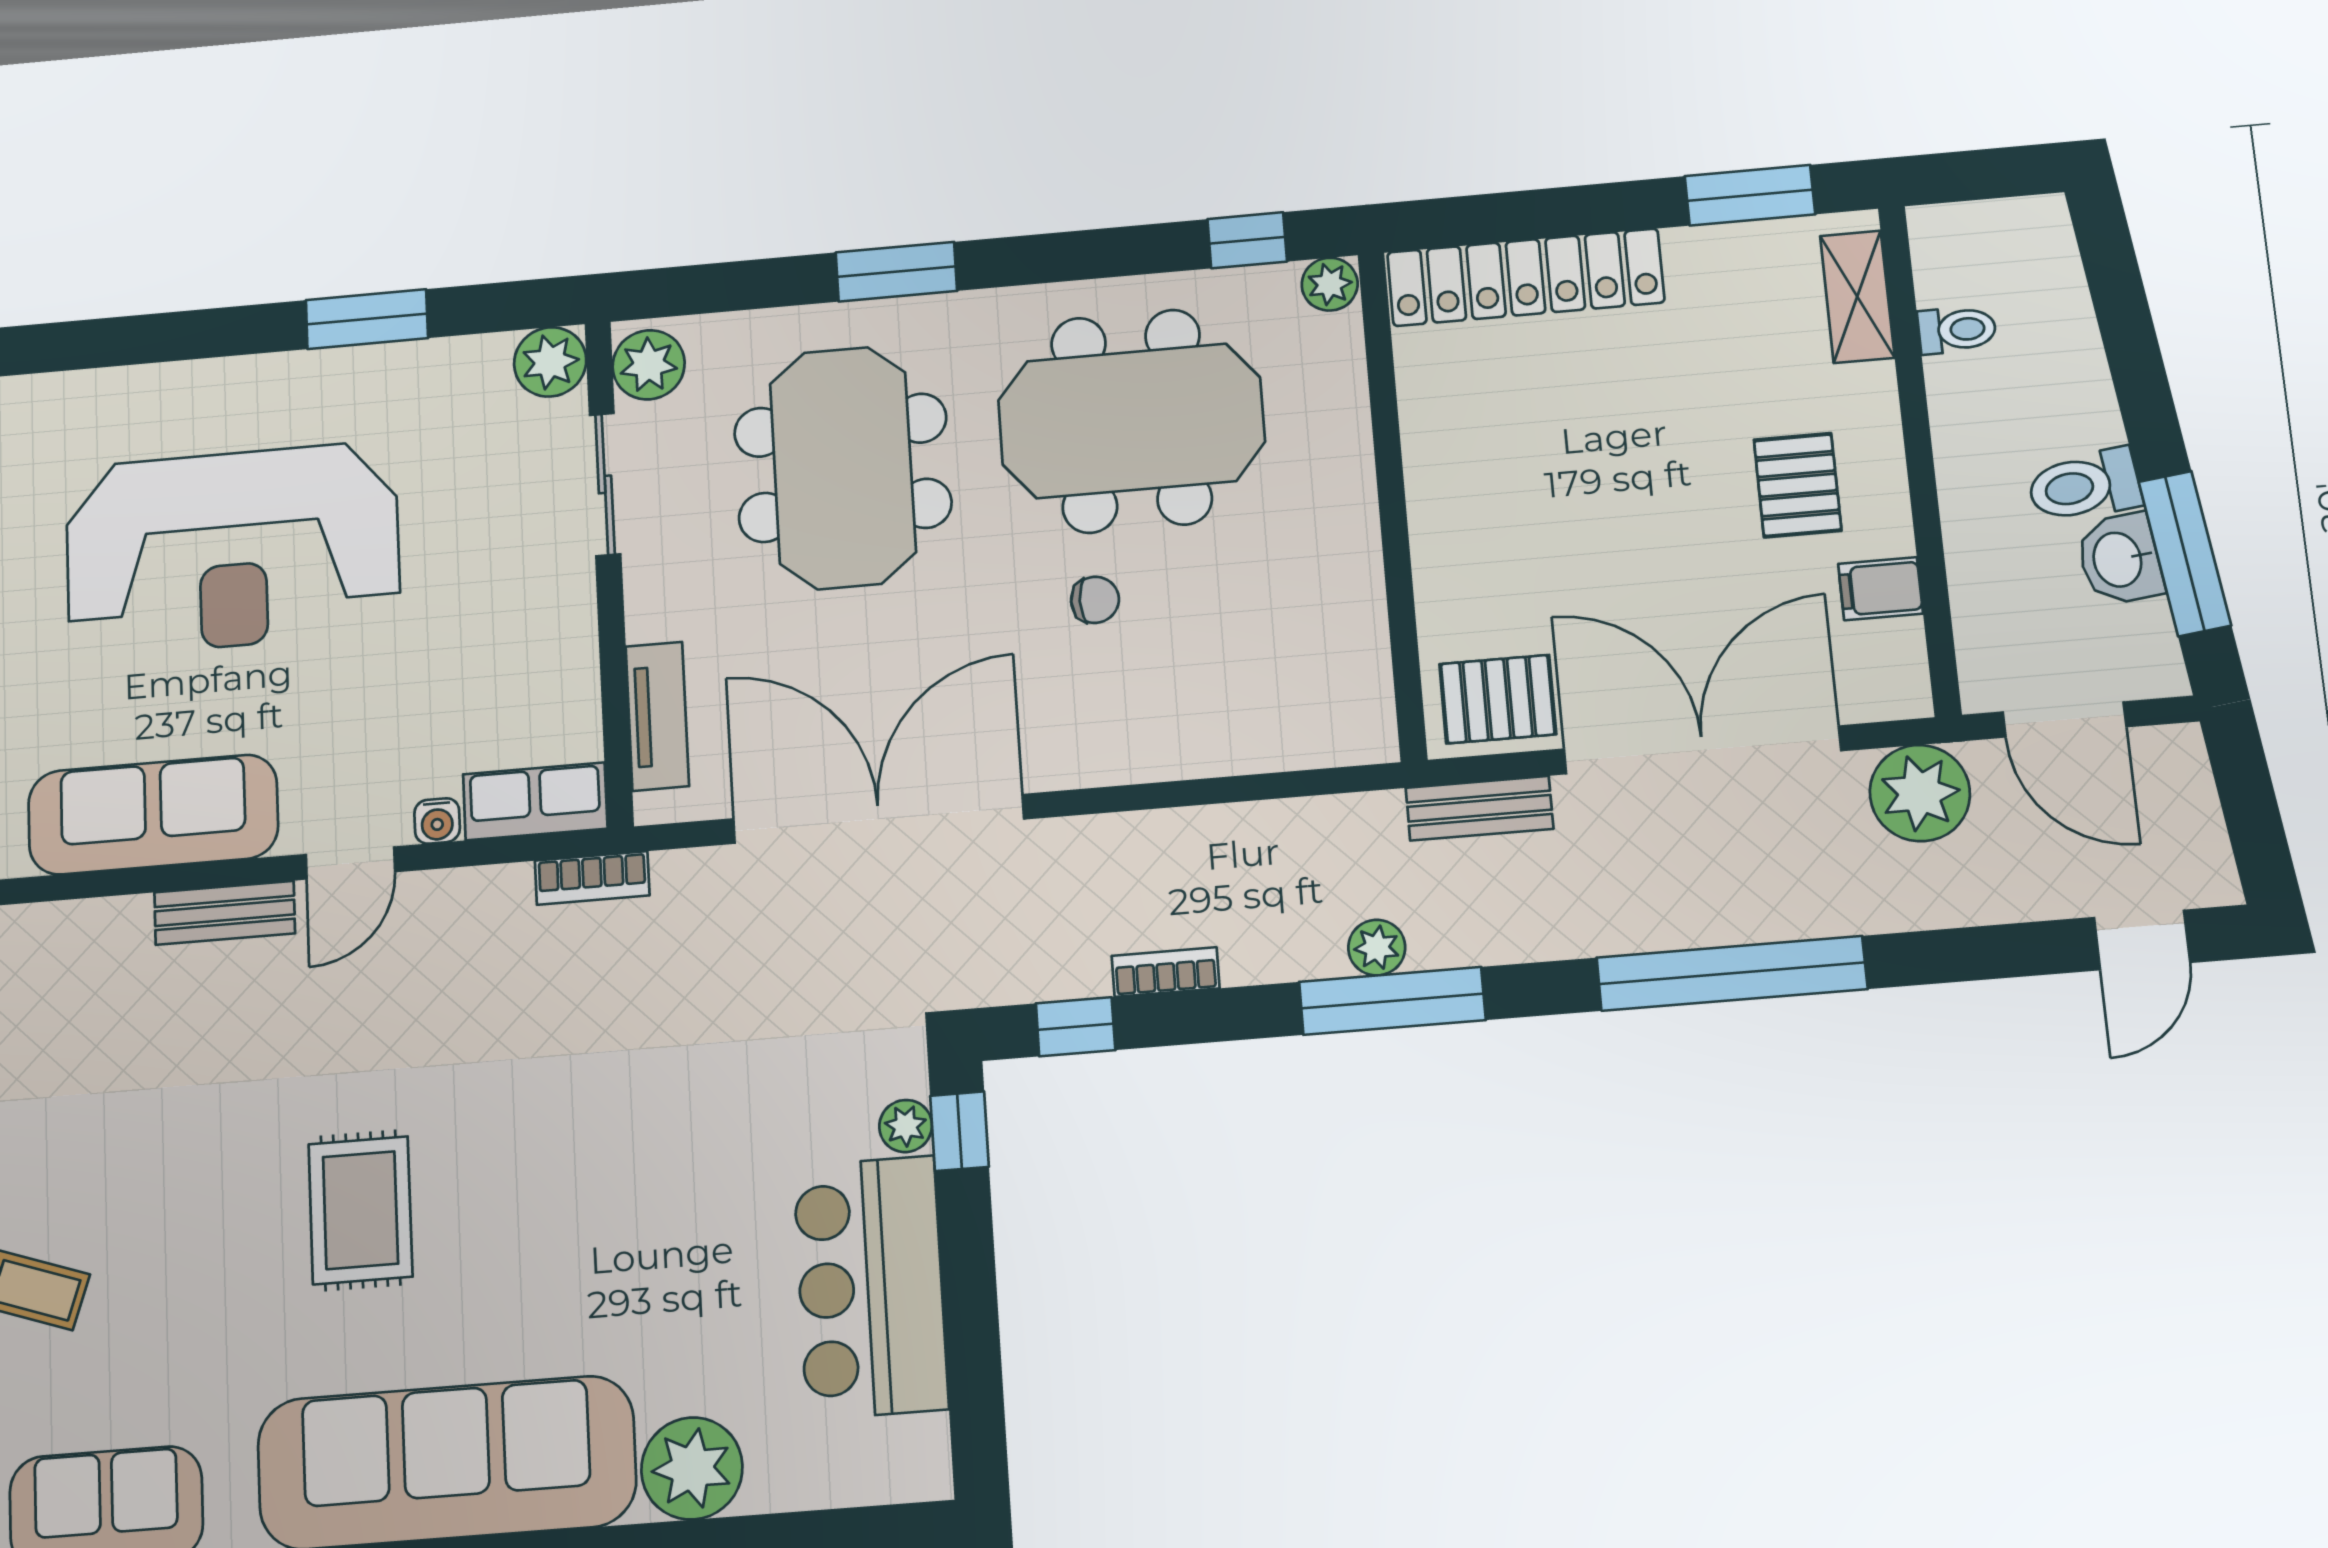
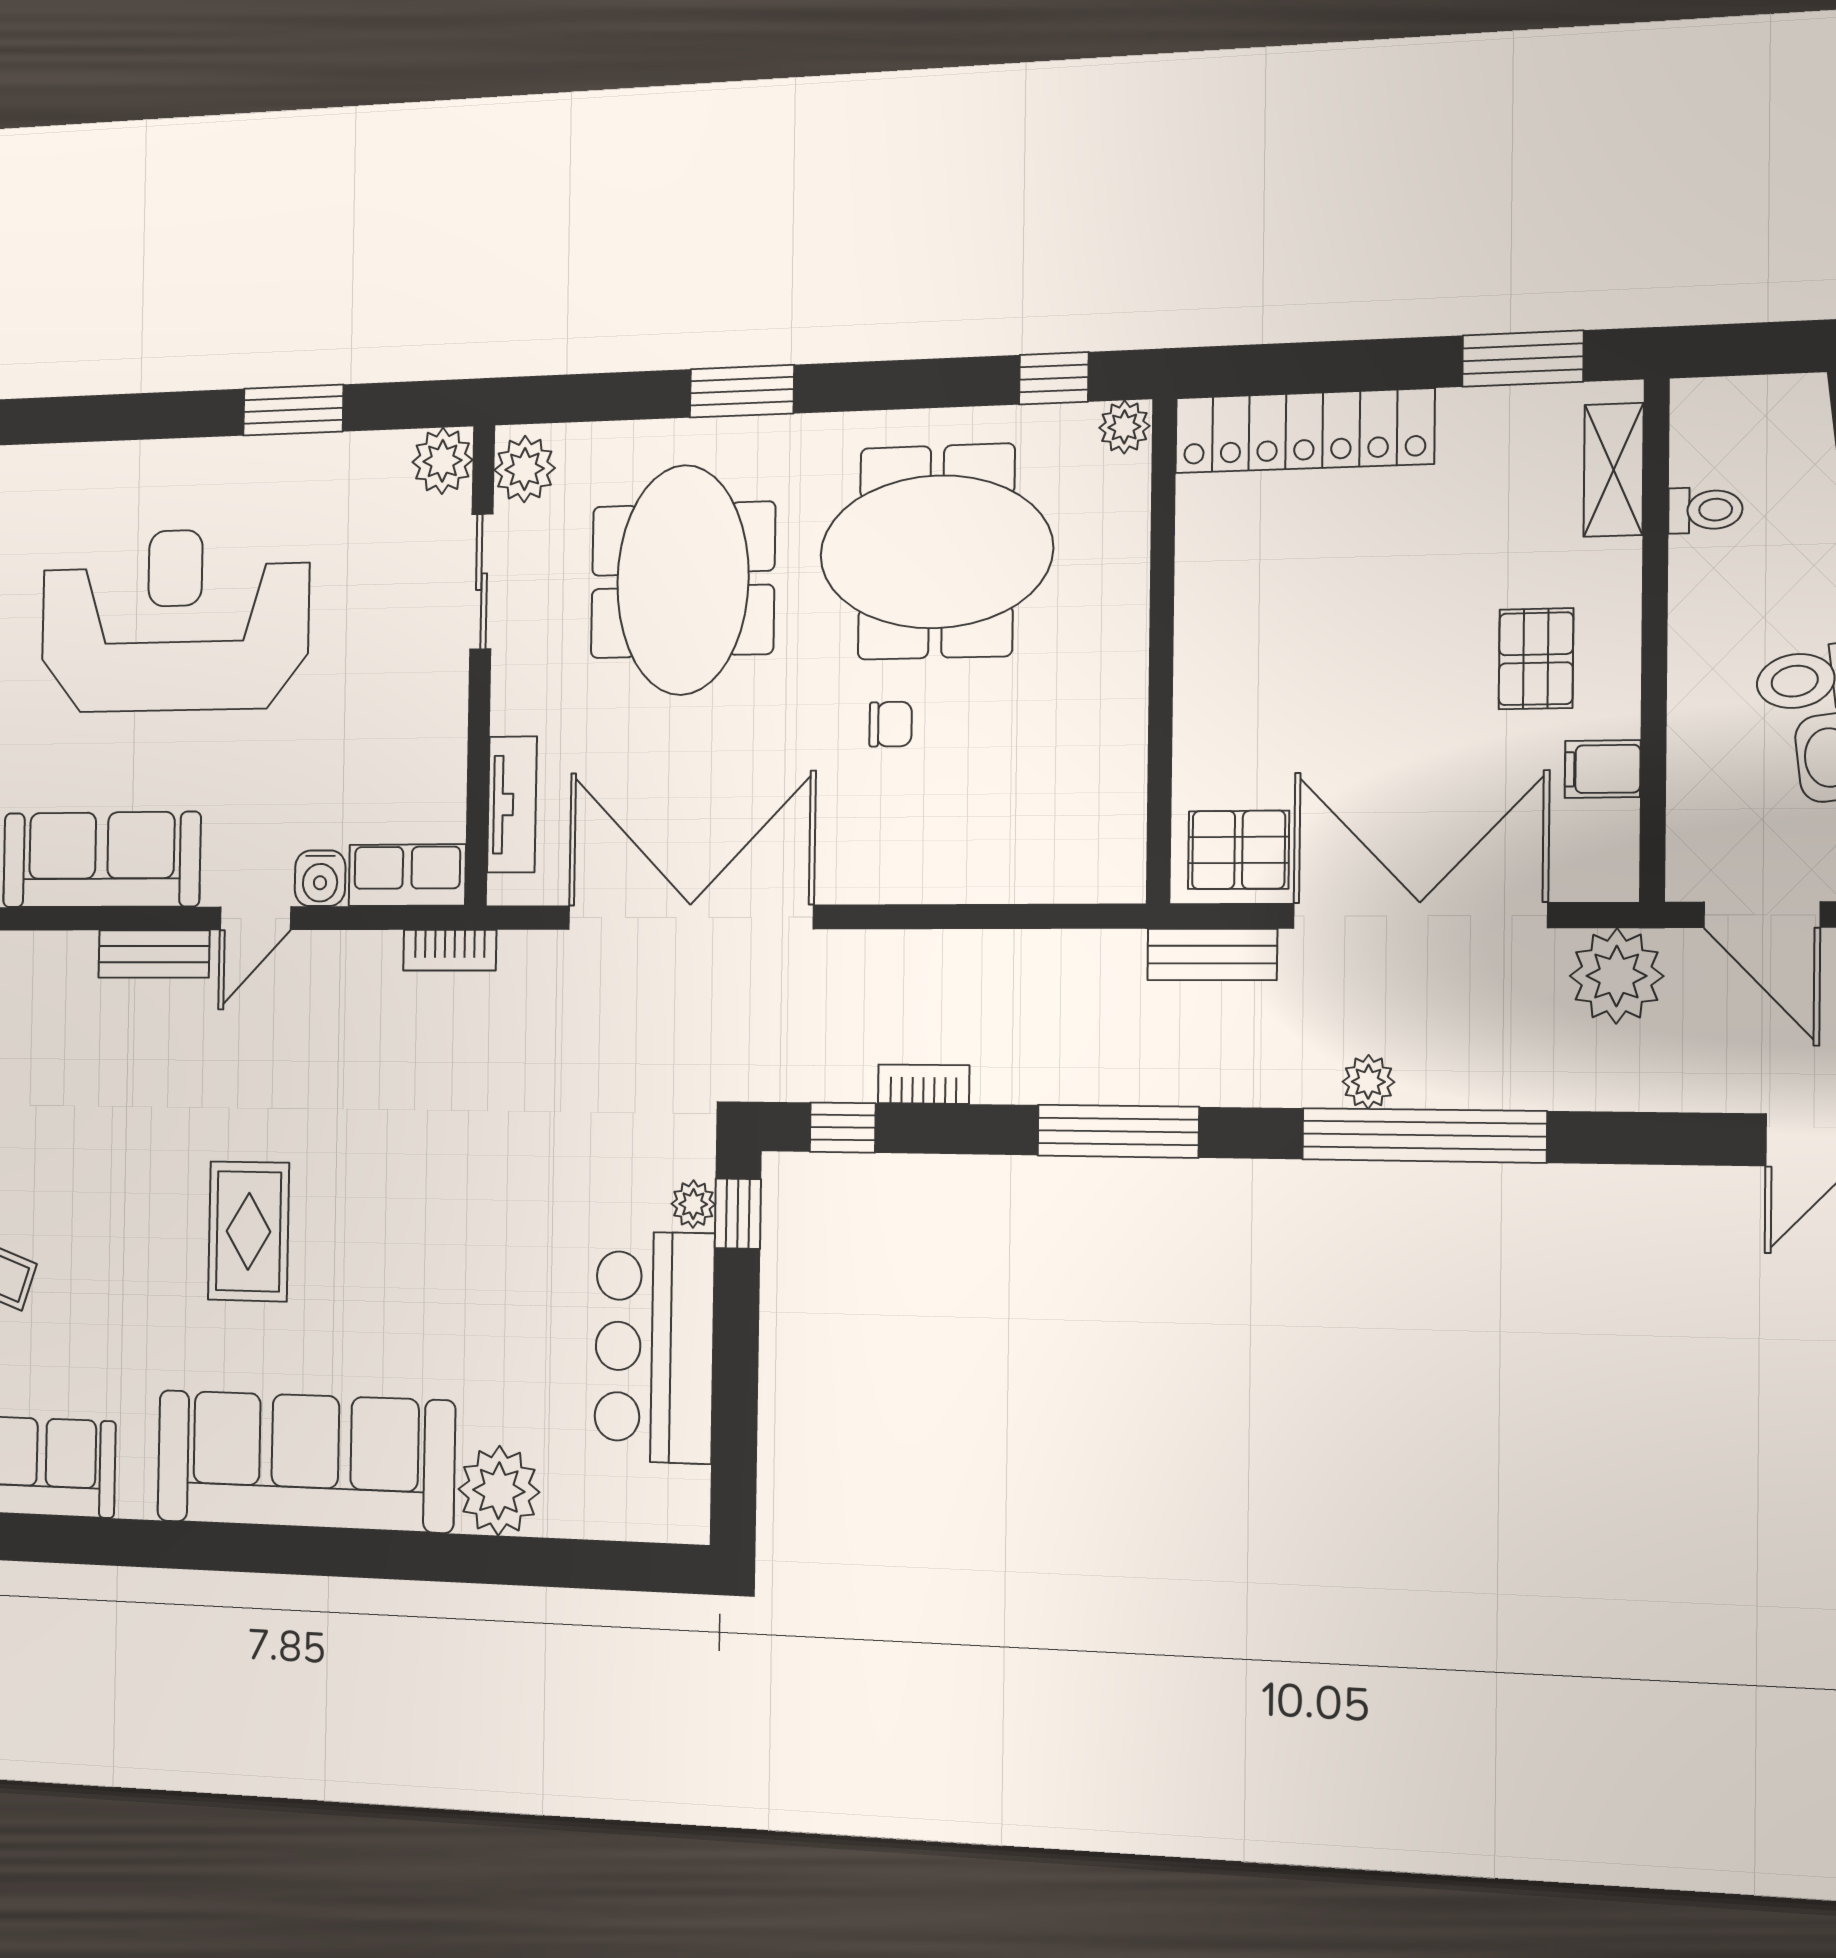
reception desk: (233, 549) -> (174, 620), turned 180
water cooler: (437, 821) -> (320, 878), width x1.38, depth x1.38
plant: (1377, 948) -> (1368, 1082), moved

